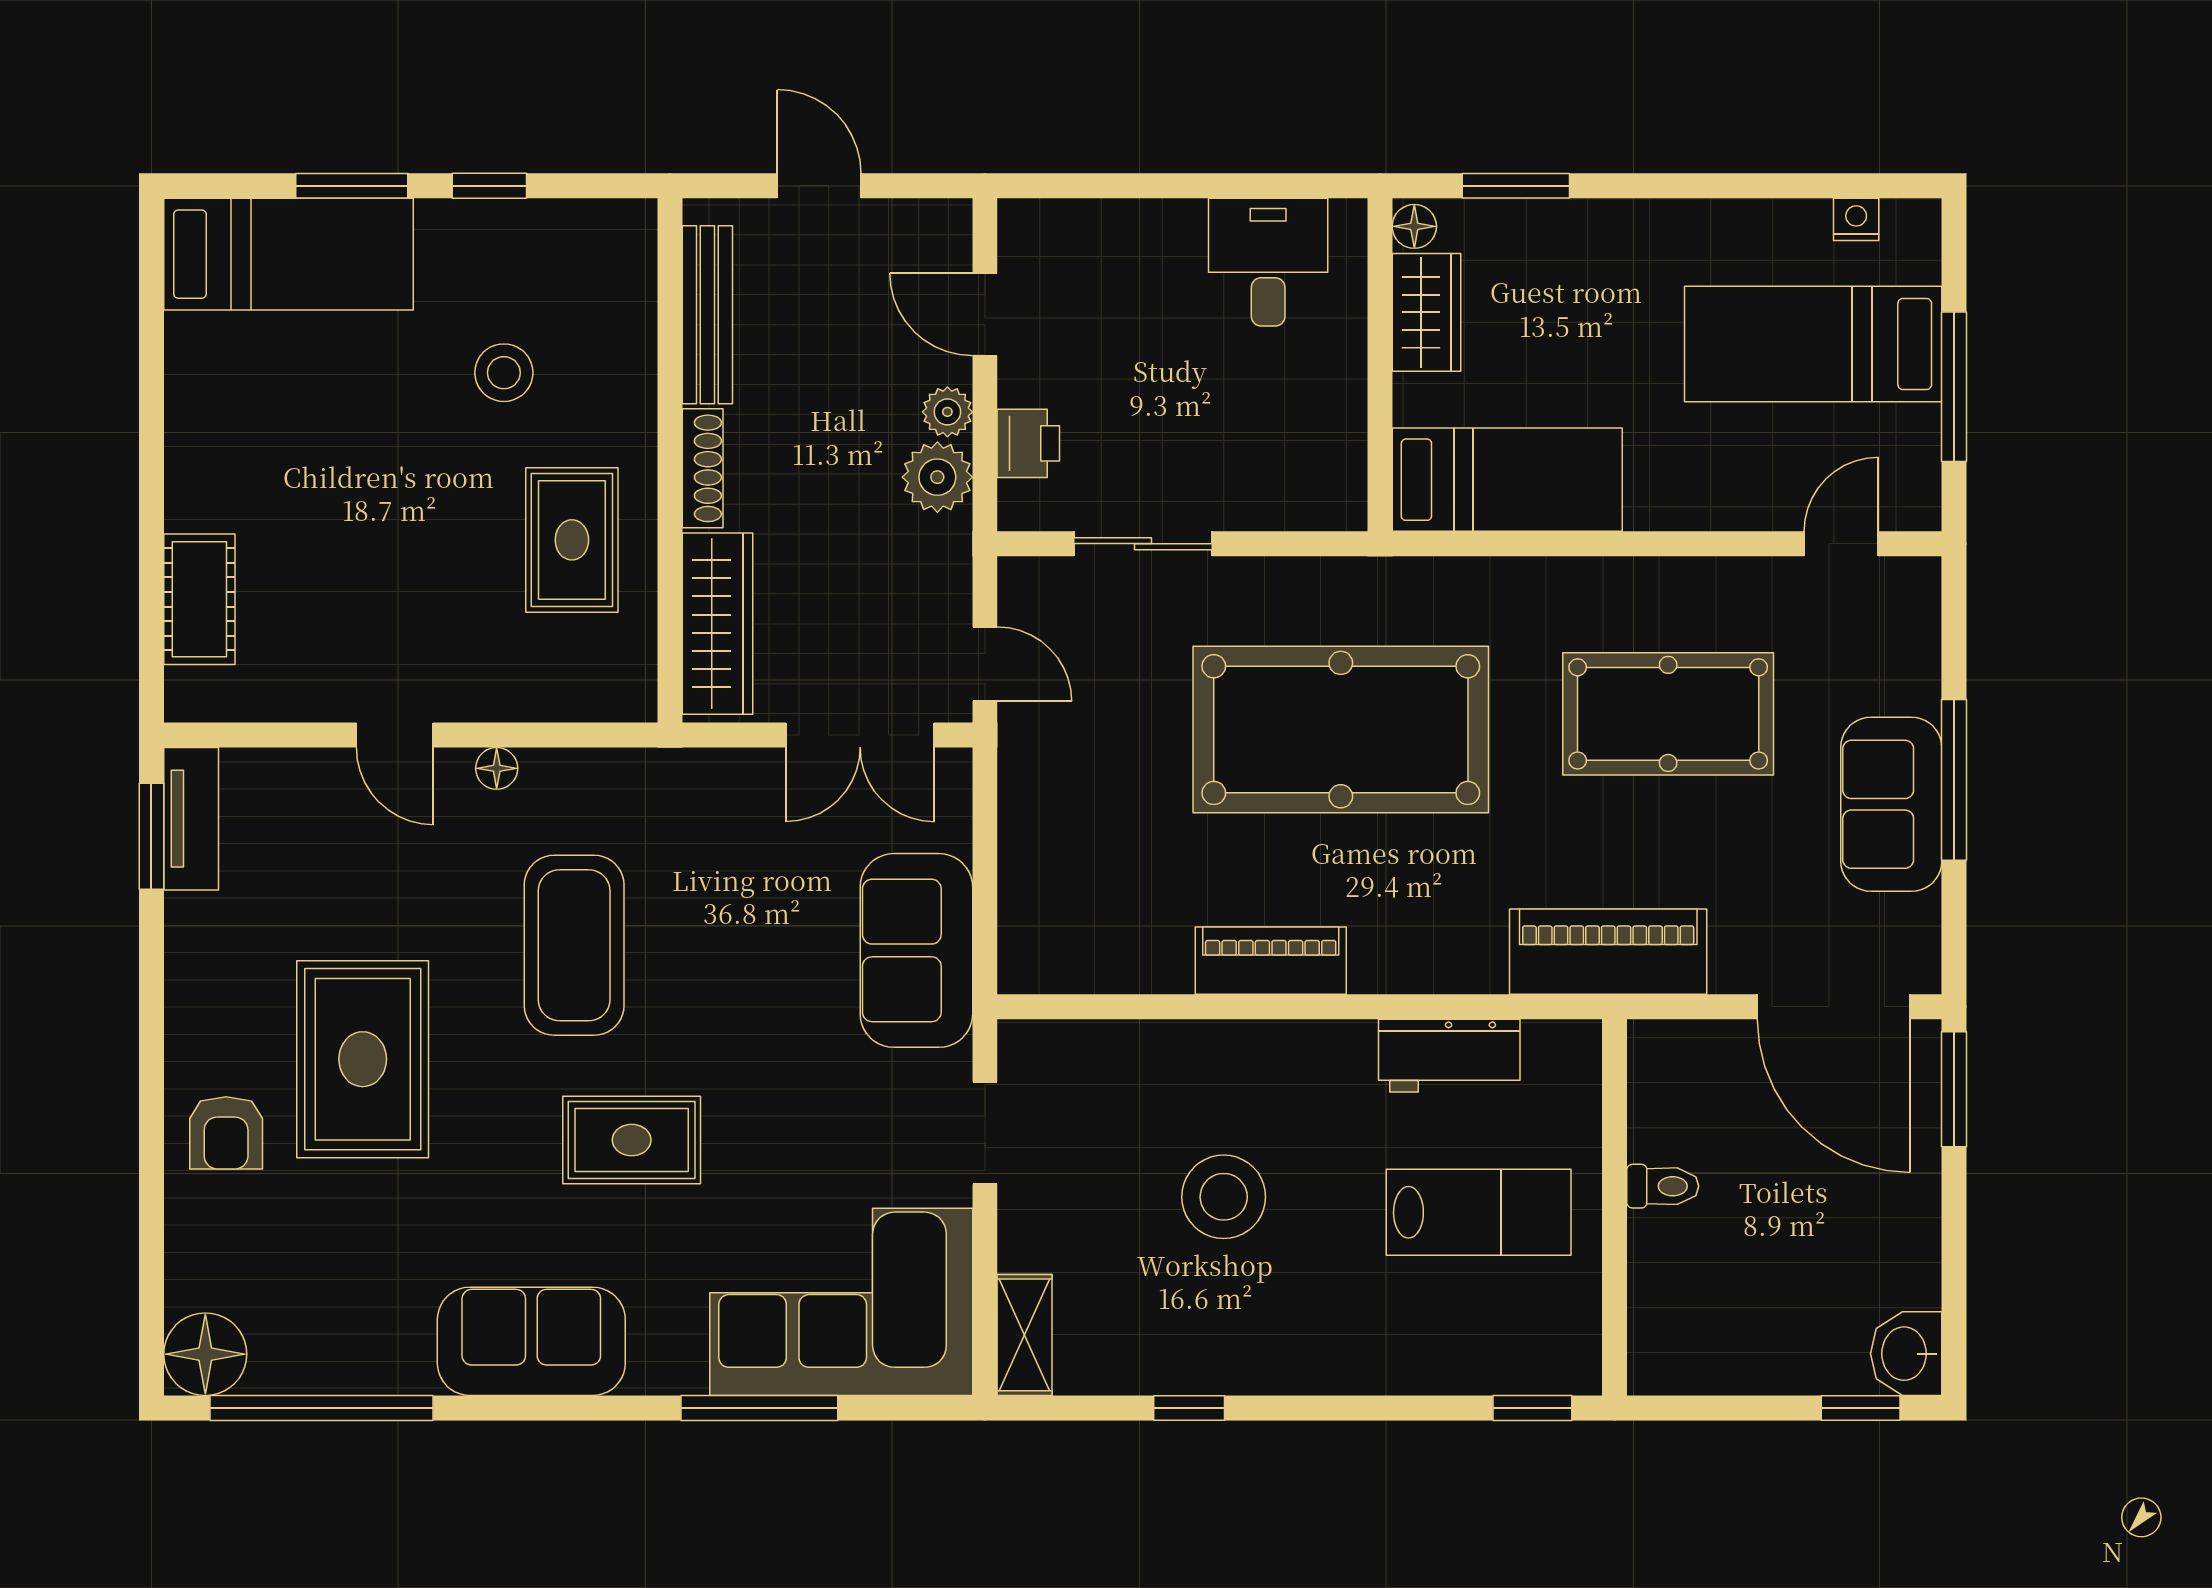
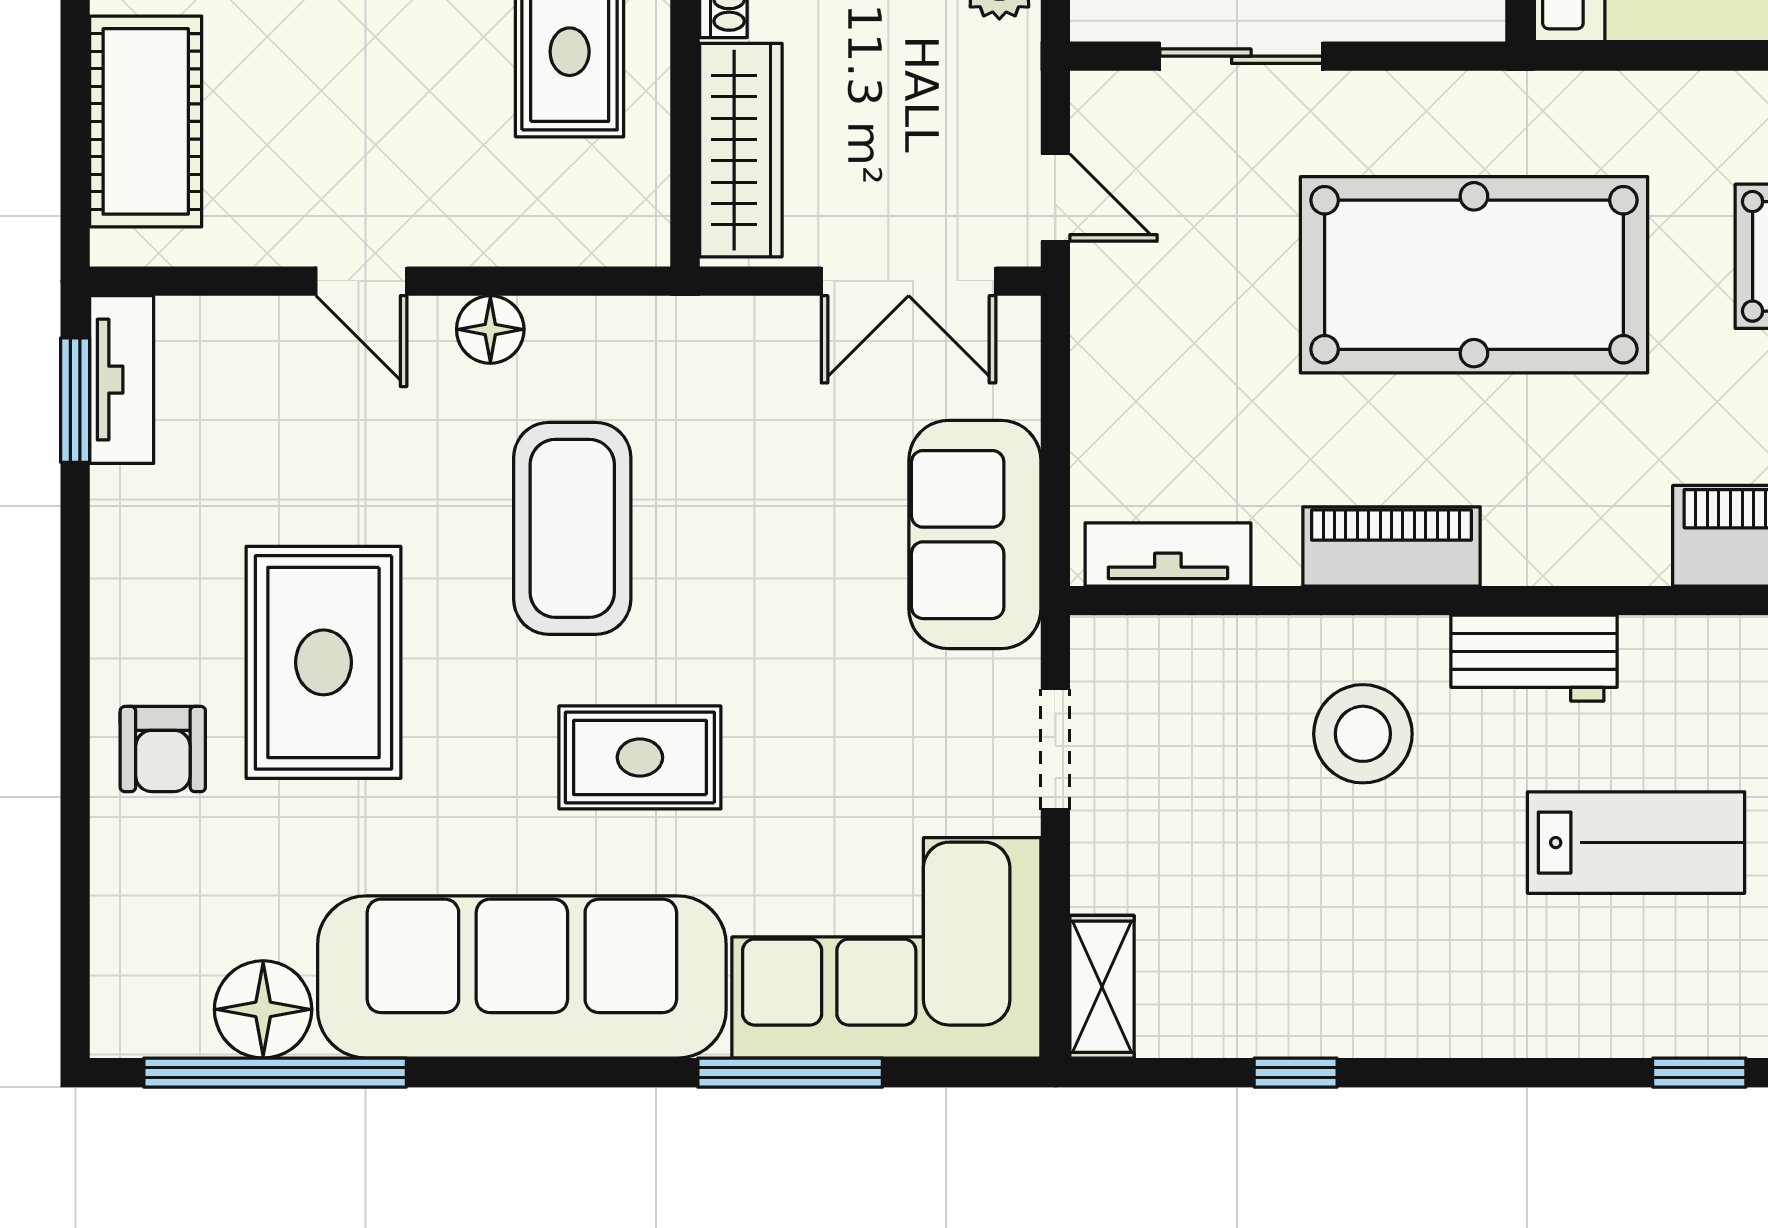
cot: (199, 599) -> (146, 121), width x1.37, depth x1.34
floor lamp: (497, 768) -> (490, 329), width x1.37, depth x1.37
tv unit: (1081, 967) -> (1168, 555), added
workbench: (1449, 1056) -> (1534, 658), moved
stool: (1224, 1197) -> (1363, 734), moved
sofa: (531, 1341) -> (522, 977), width x1.85, depth x1.27
floor lamp: (205, 1354) -> (263, 1009), moved

